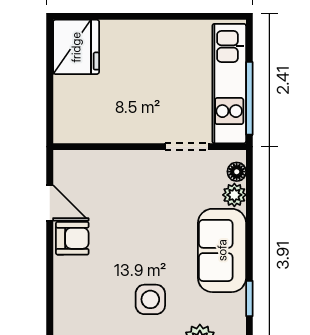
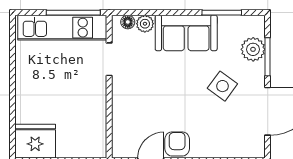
side table: (150, 299) -> (222, 86), turned 36
window: (249, 299) -> (222, 13), width x1.50

